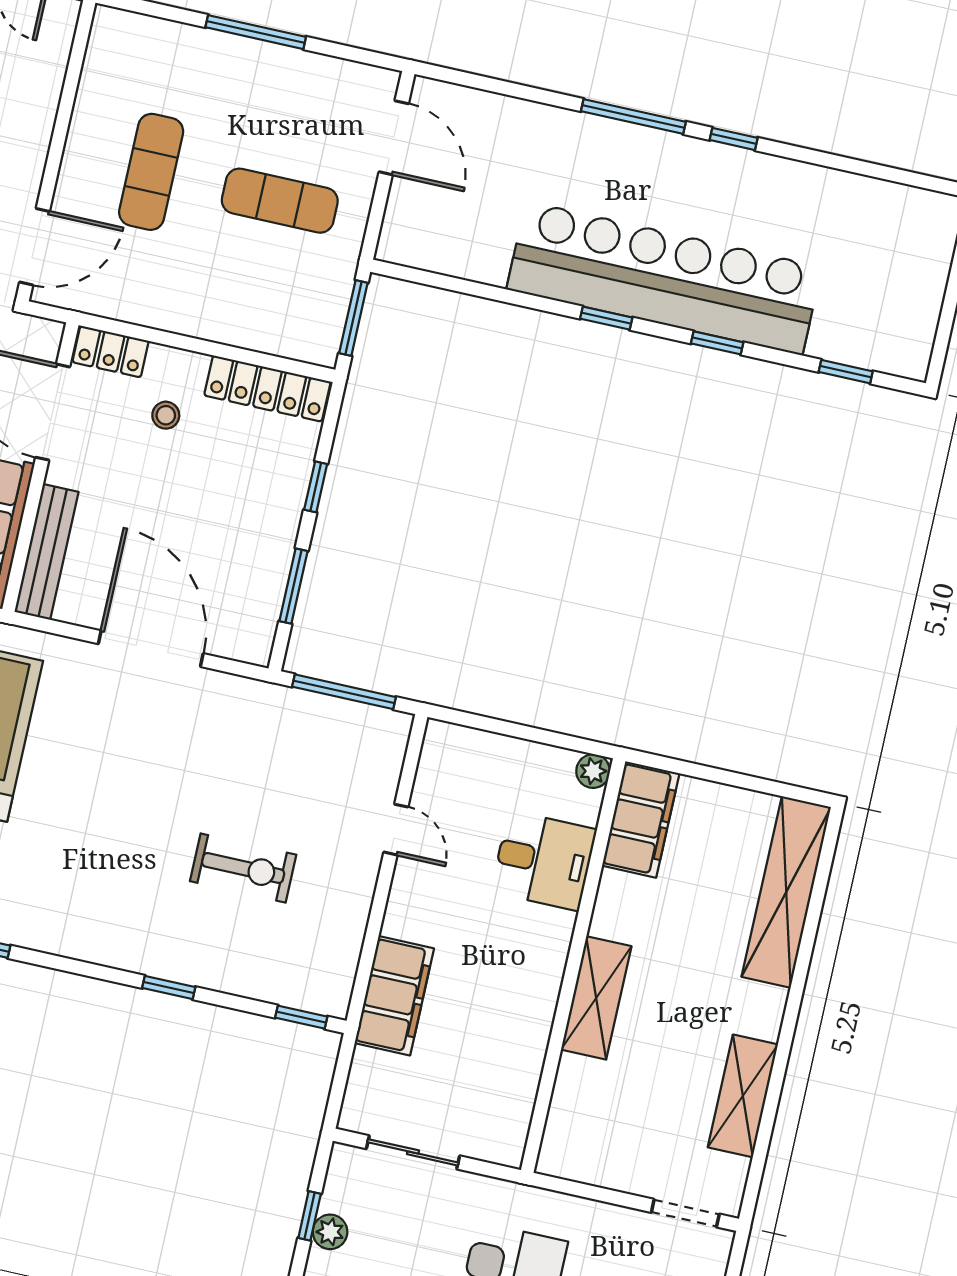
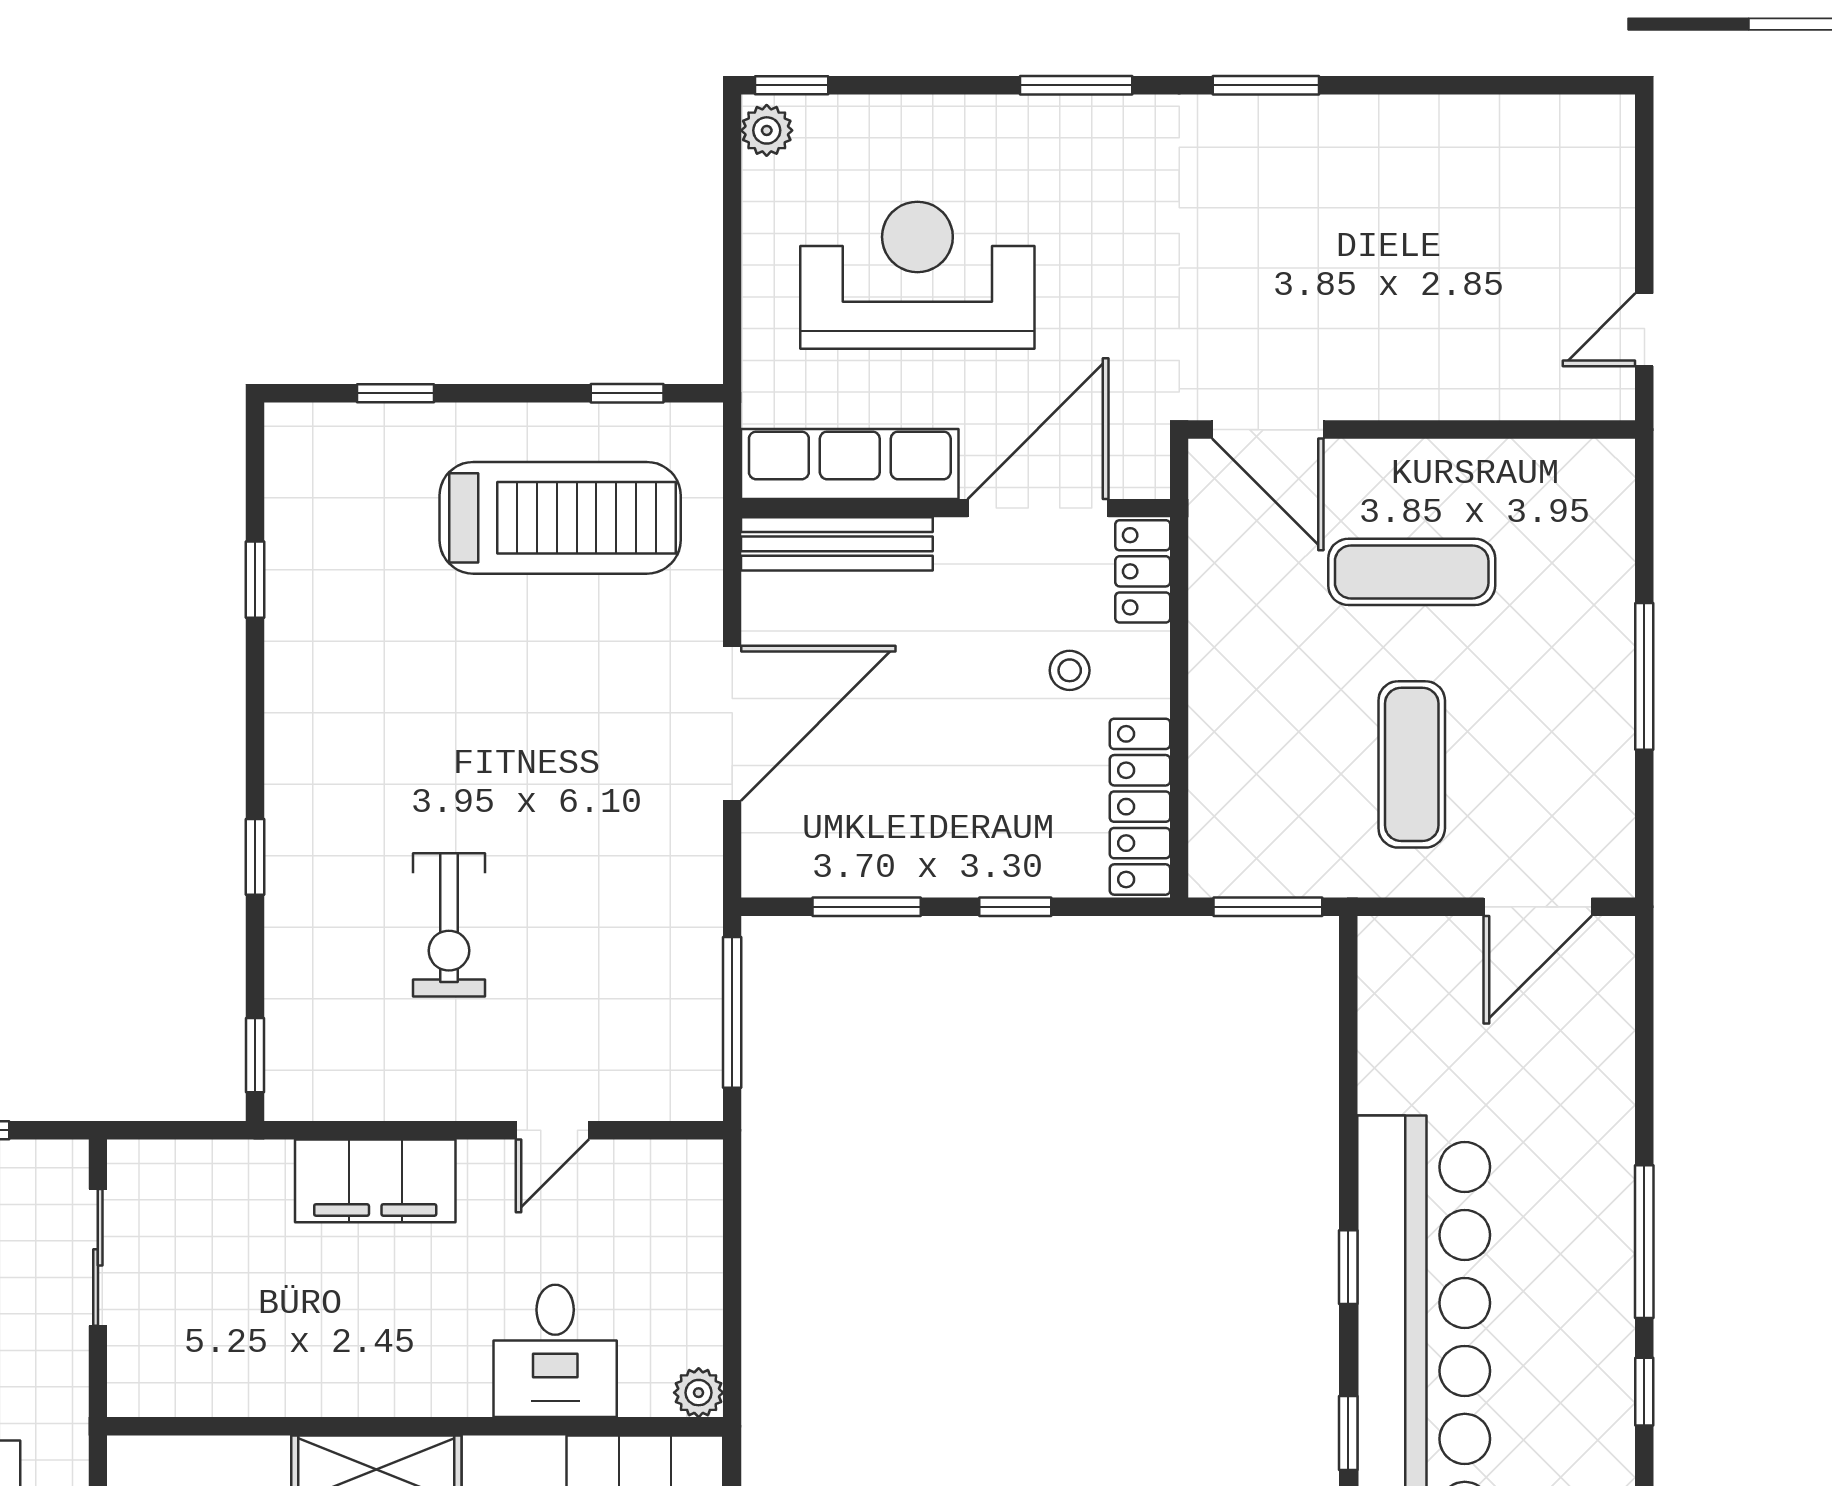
filing cabinet: (394, 996) -> (375, 1181), moved

